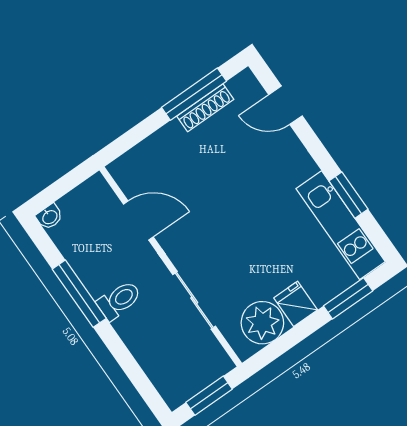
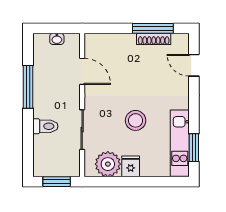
window: (348, 195) -> (194, 148), moved
washbasin: (50, 217) -> (57, 39), moved
stool: (258, 237) -> (136, 120), added
window: (348, 298) -> (158, 182), removed
toilet: (119, 300) -> (45, 126), moved

